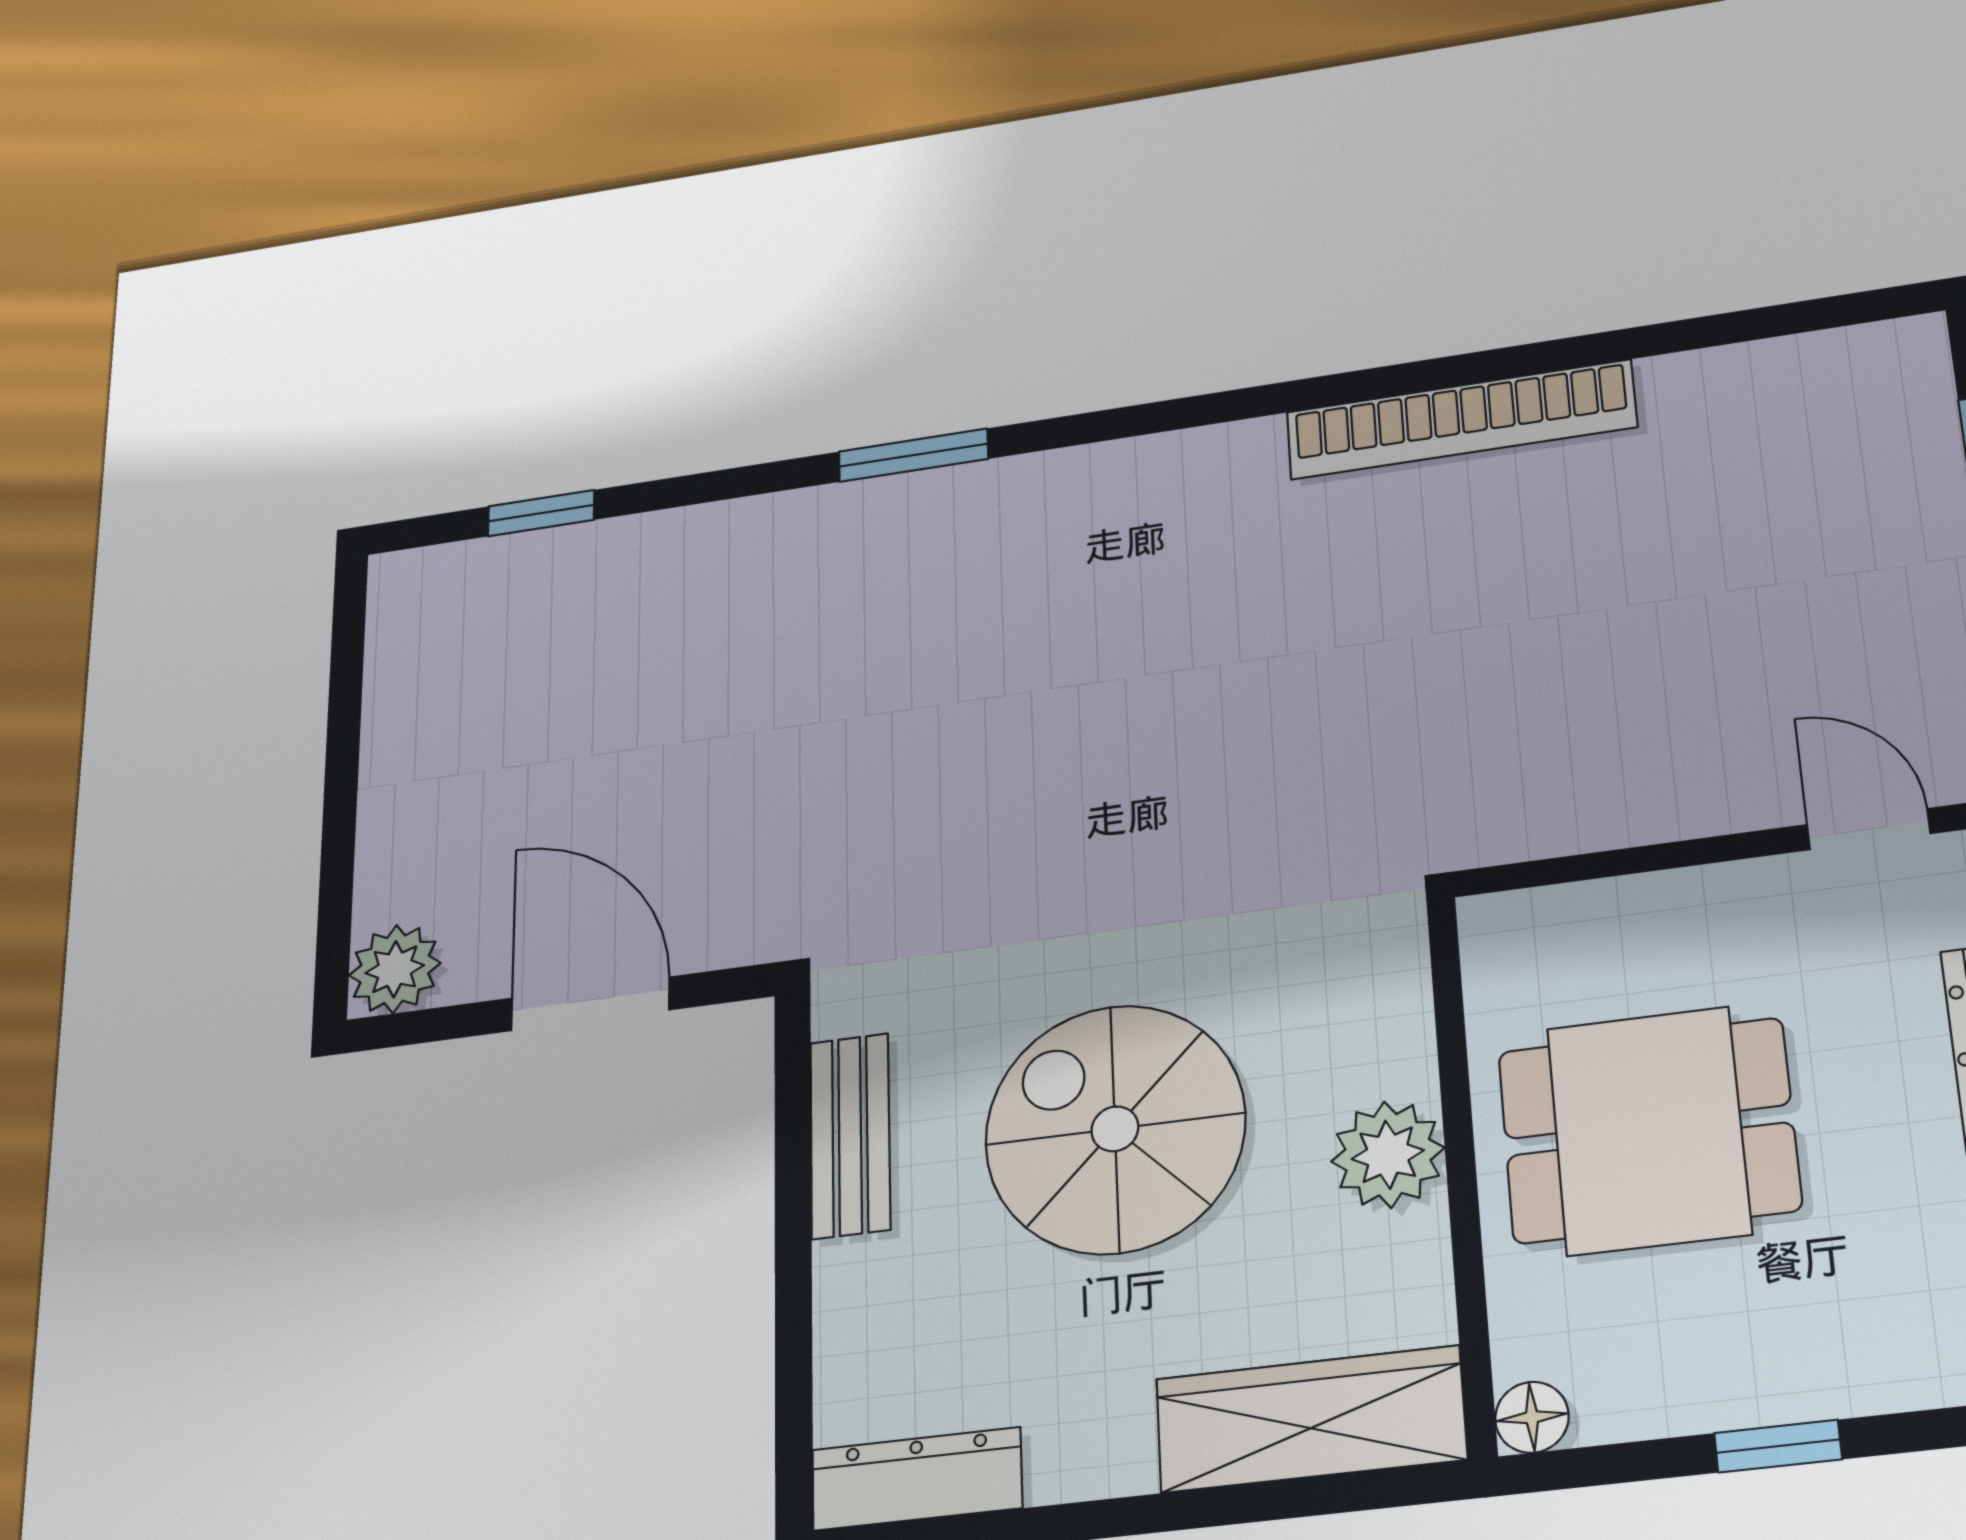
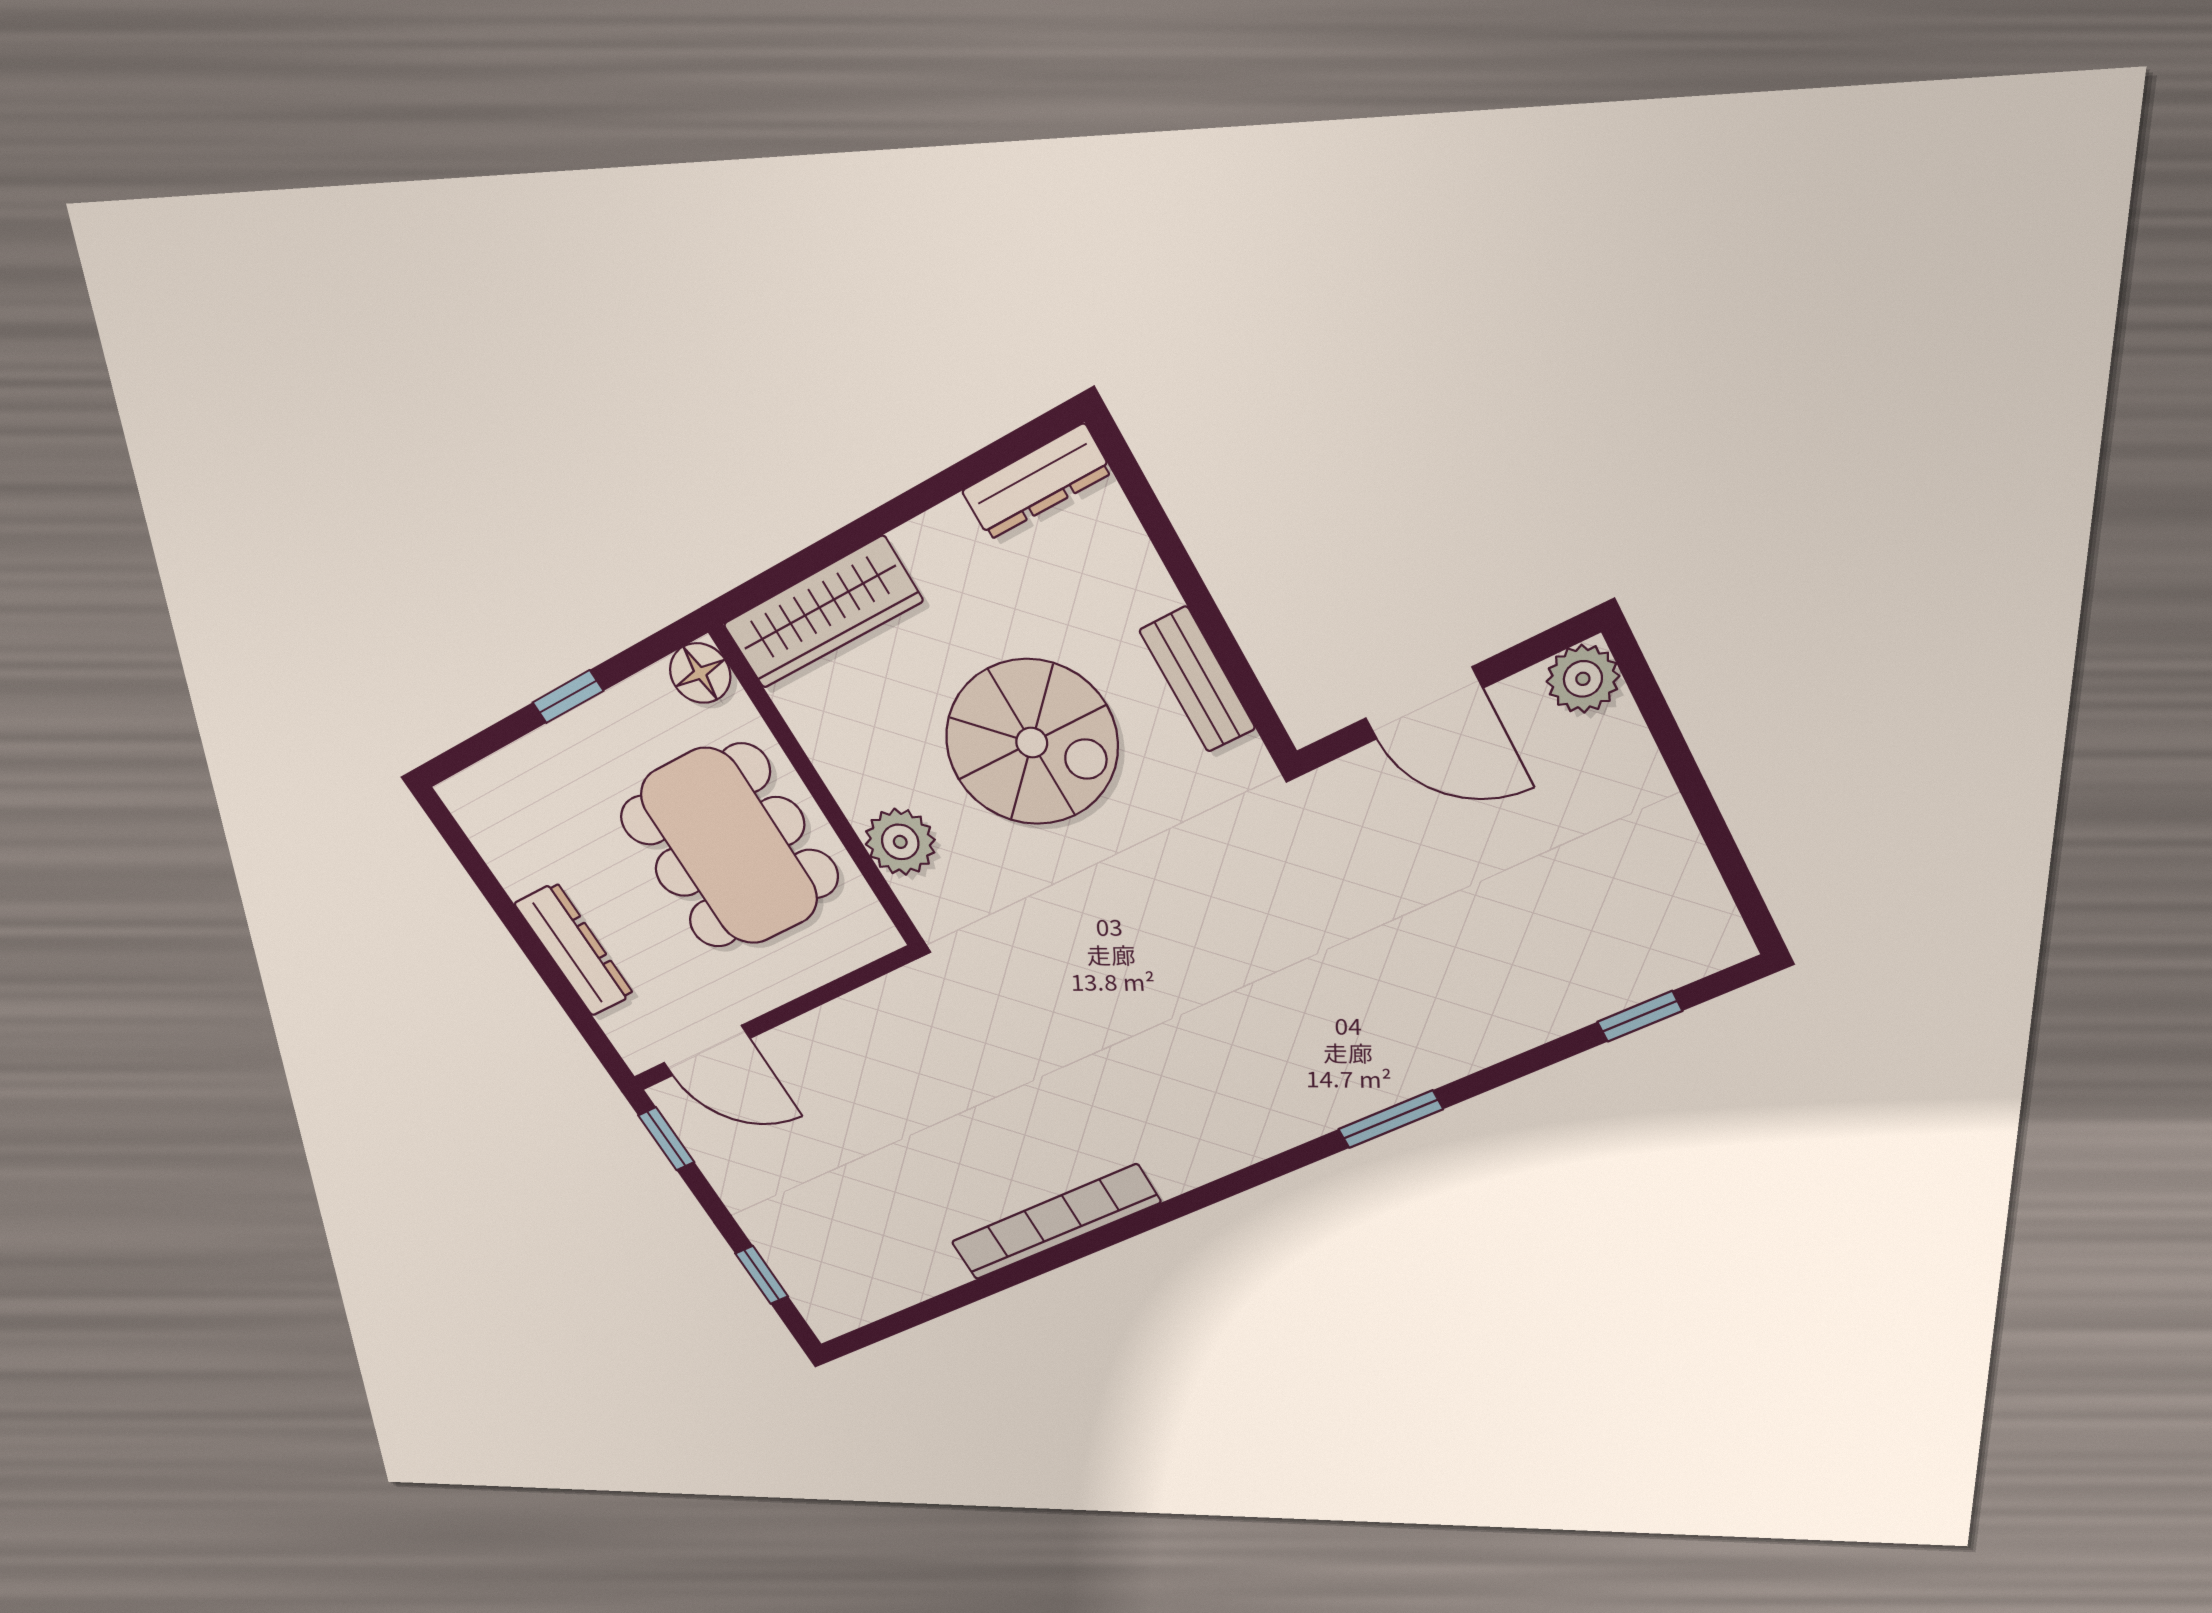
door: (1868, 829) -> (707, 1051), width x1.38
dining table: (1648, 1130) -> (729, 847), width x1.38
plant: (1388, 1155) -> (900, 842), moved
floor lamp: (1532, 1417) -> (700, 673), width x1.37, depth x1.37

